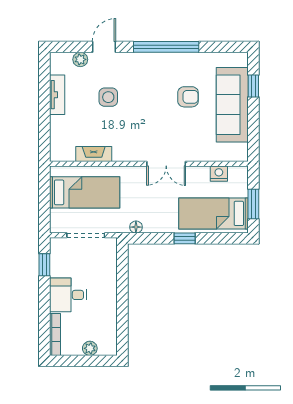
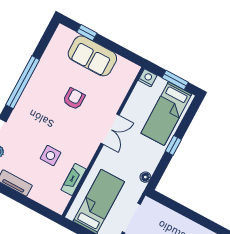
side table: (108, 97) -> (50, 156), moved
armchair: (188, 97) -> (74, 99), moved
sofa: (232, 105) -> (92, 56), width x0.73
nightstand: (219, 174) -> (148, 78), moved, turned 90

